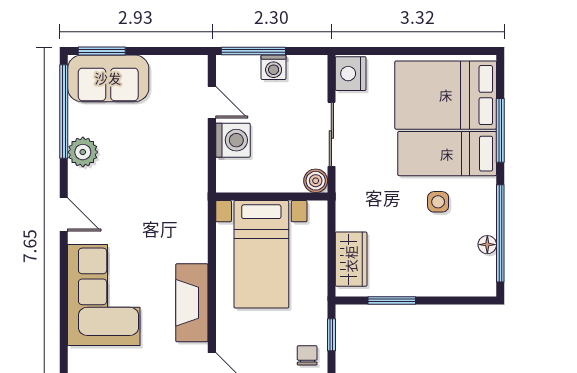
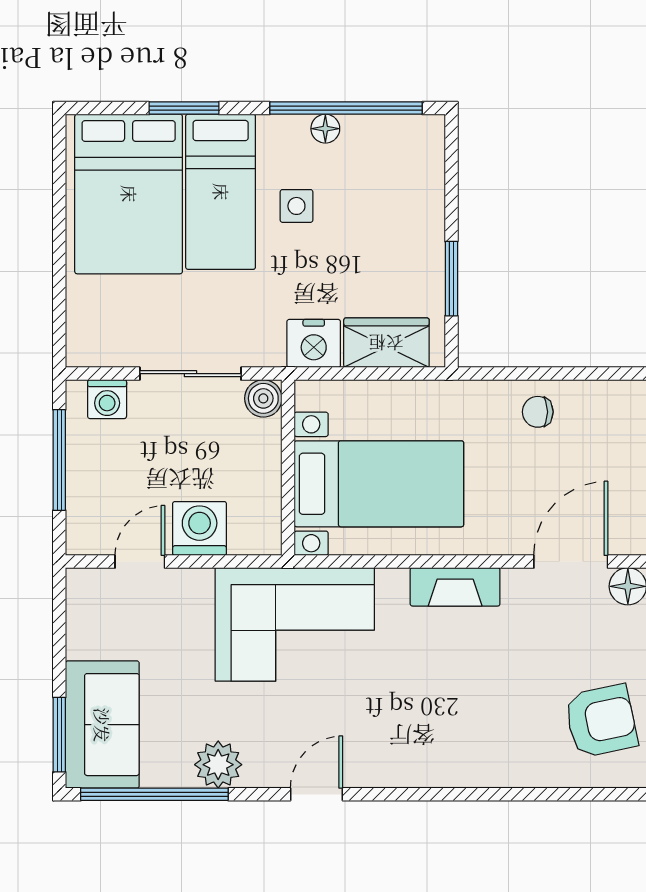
window: (253, 51) -> (59, 460), moved
washing machine: (274, 67) -> (107, 399), moved, turned 90
nightstand: (351, 74) -> (314, 343), moved
window: (500, 130) -> (184, 108), width x0.69
floor lamp: (487, 245) -> (325, 129), moved
corner sofa: (104, 295) -> (295, 624), moved, turned 180
fireplace: (192, 303) -> (455, 587), width x0.73, depth x0.76
window: (331, 335) -> (505, 374), removed

